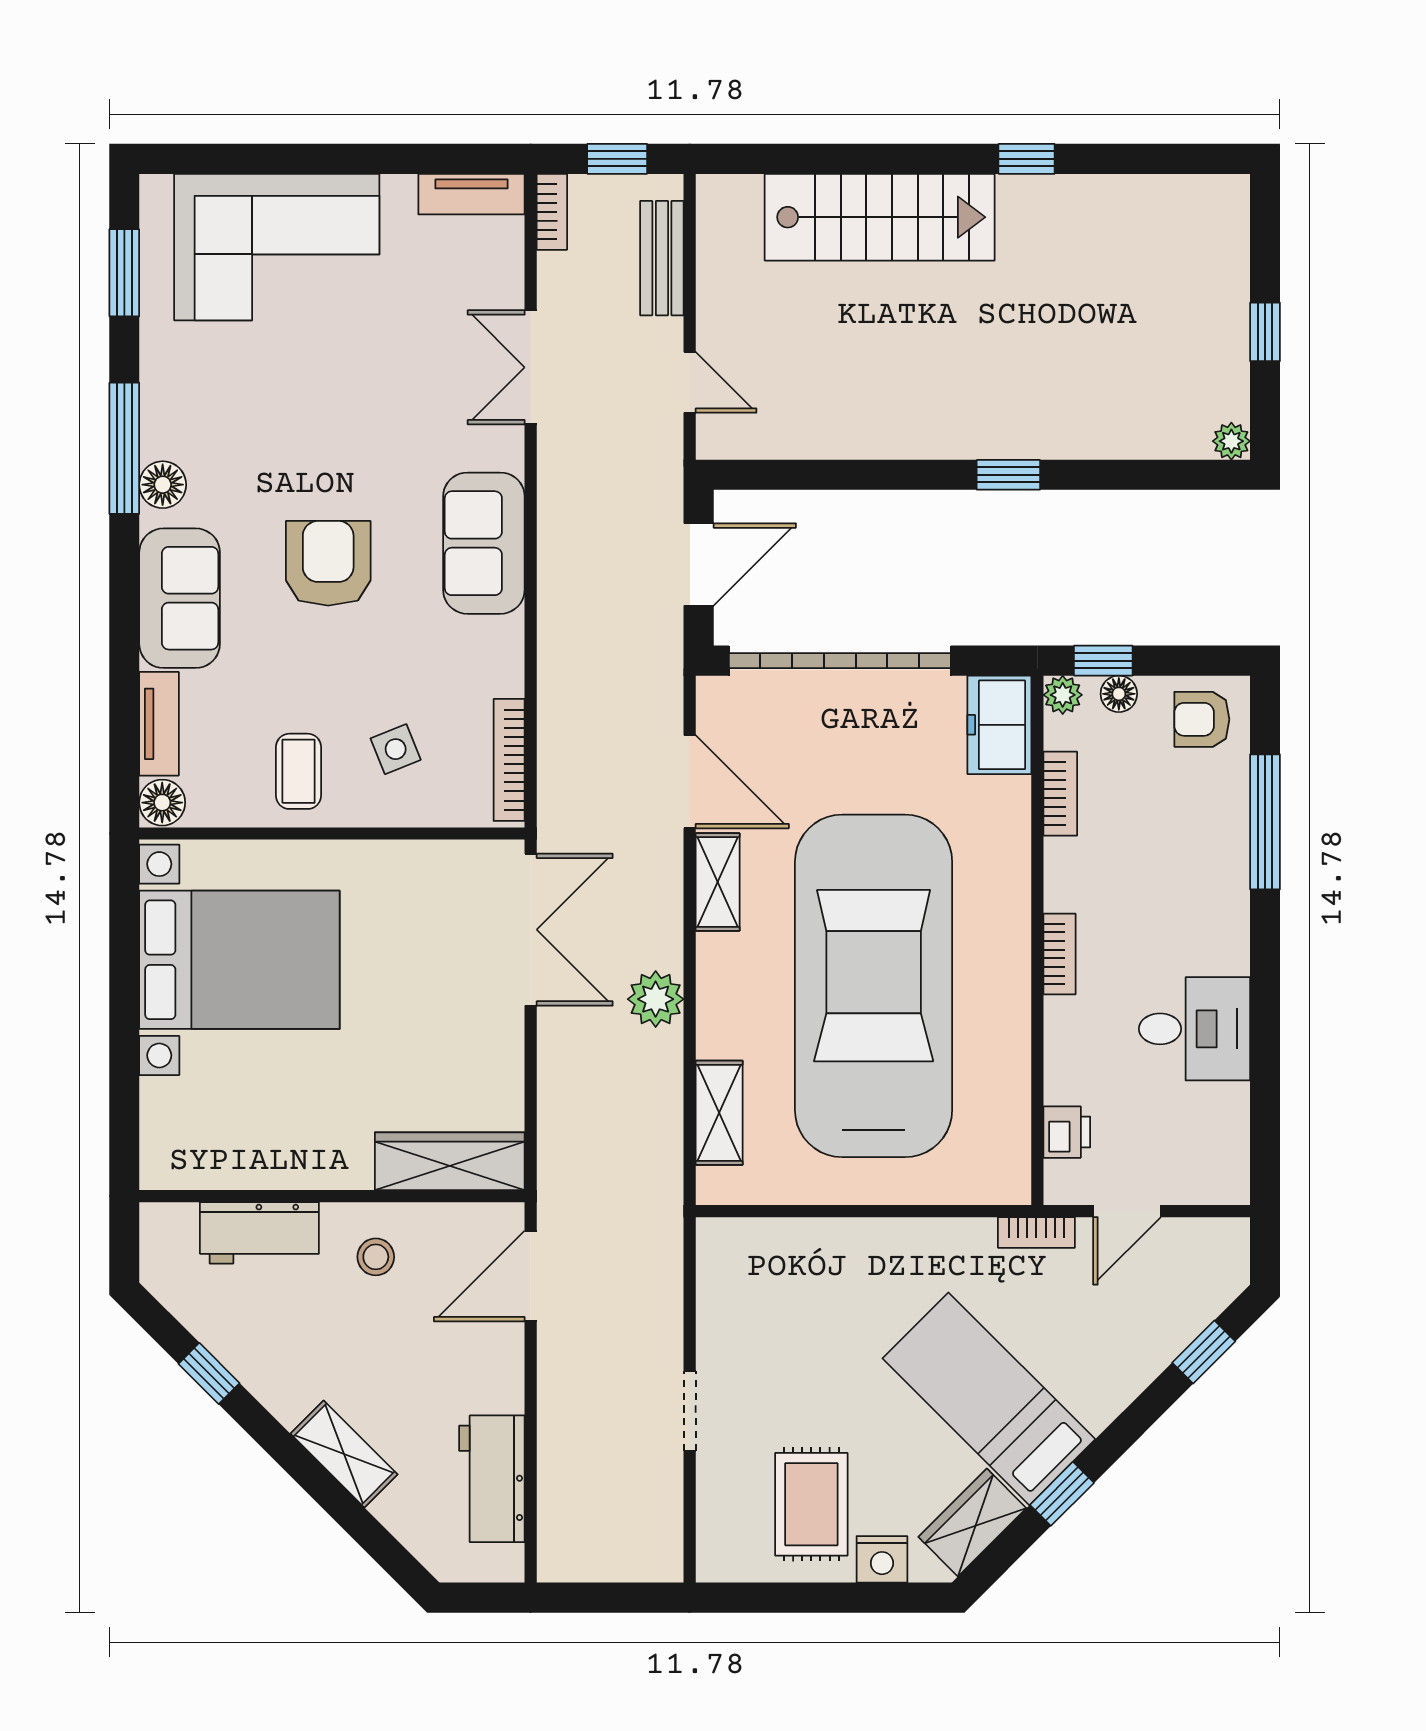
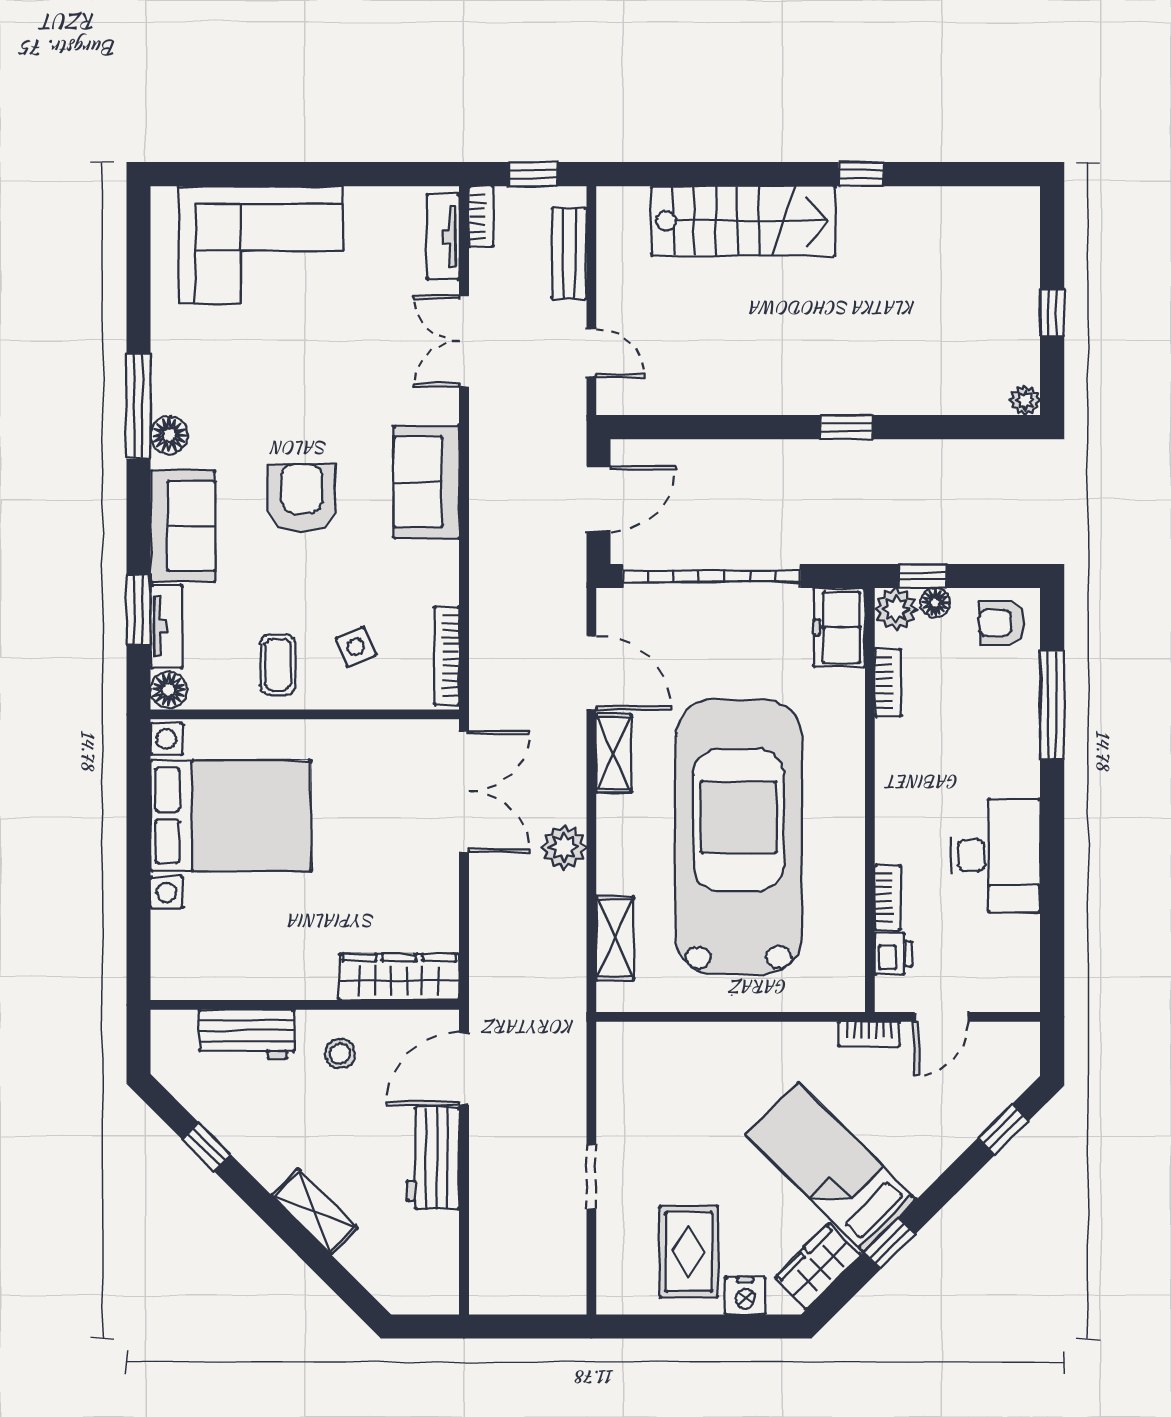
tv unit: (472, 194) -> (443, 237), moved, turned 90
window: (124, 273) -> (139, 610), moved
plant: (1063, 695) -> (896, 609), width x1.38, depth x1.38
bookcase: (1060, 954) -> (888, 897), moved
desk: (1194, 1029) -> (996, 856), width x1.37
workbench: (492, 1479) -> (433, 1158), moved

